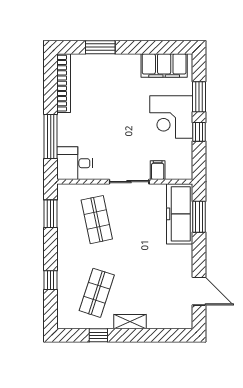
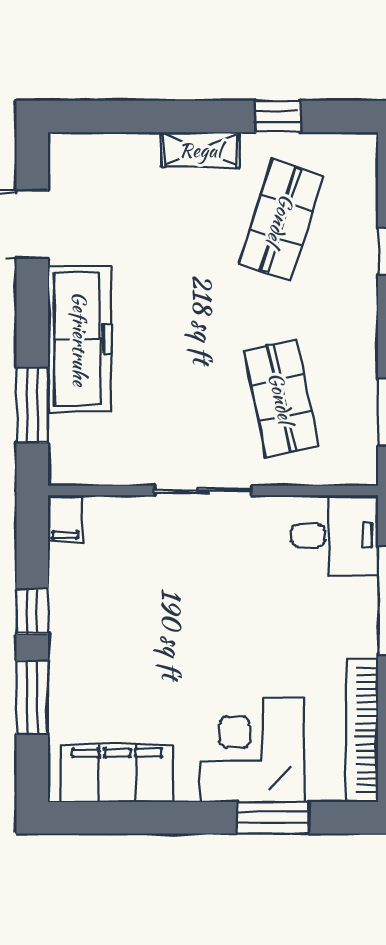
corner desk: (171, 117) -> (252, 750), moved, turned -90
filing cabinet: (158, 170) -> (65, 519), moved
freezer: (180, 214) -> (80, 339), moved

